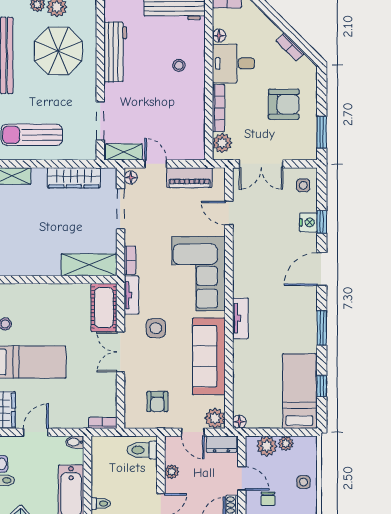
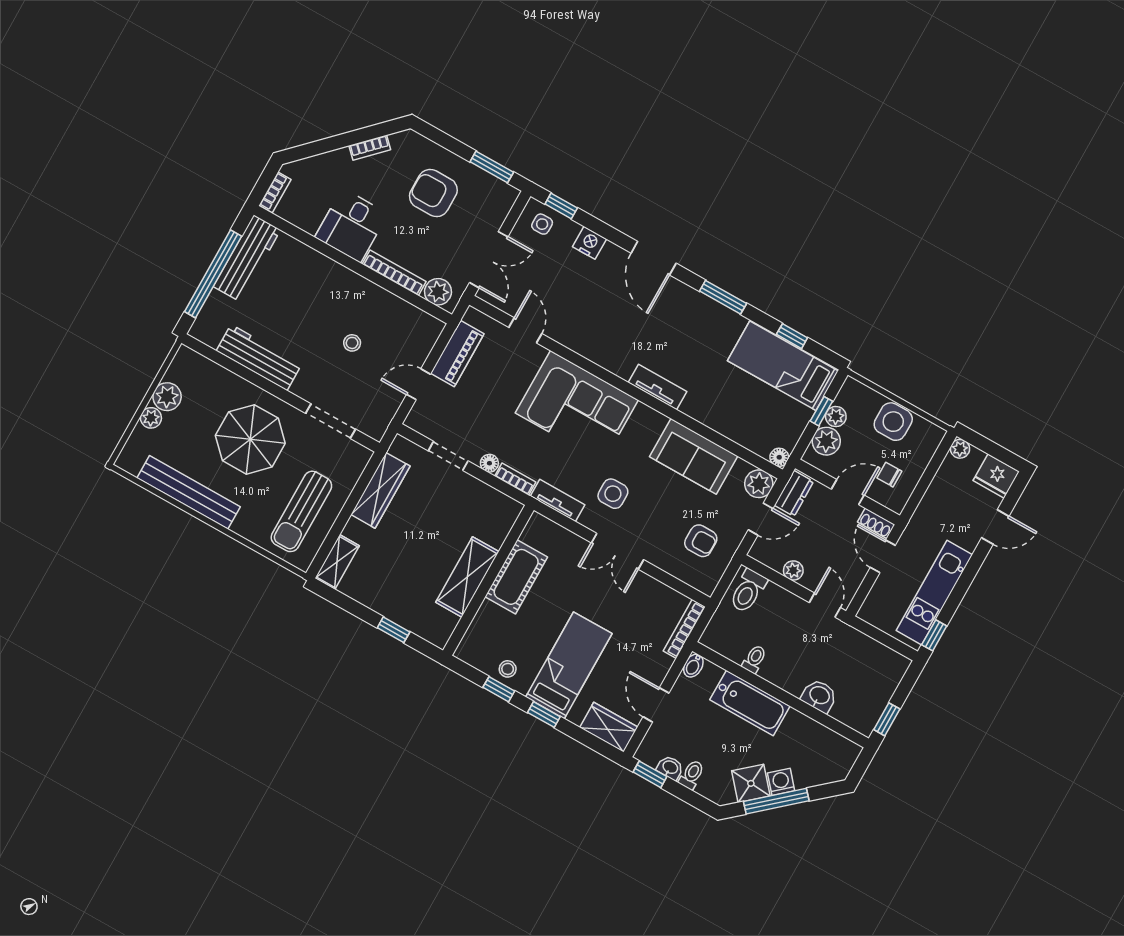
floor lamp: (219, 36) -> (309, 224), removed
parasol: (58, 51) -> (250, 439), moved
stool: (179, 65) -> (352, 343), moved
armchair: (284, 104) -> (433, 193), turned -90
shelving: (124, 152) -> (383, 414), removed
floor lamp: (131, 177) -> (489, 463), moved
doorway: (120, 209) -> (448, 456), width x0.73
door: (229, 213) -> (525, 330), swing flipped
window: (322, 222) -> (561, 206), moved
shelving: (89, 265) -> (467, 577), moved
cot: (104, 308) -> (516, 577), moved, turned 90
sofa: (209, 356) -> (694, 456), width x0.73
bookcase: (103, 423) -> (684, 629), width x1.56
window: (284, 432) -> (821, 411), added
side table: (303, 482) -> (893, 422), width x1.87, depth x1.87
chair: (268, 499) -> (889, 475), turned 180
toilet: (101, 503) -> (754, 659), moved

